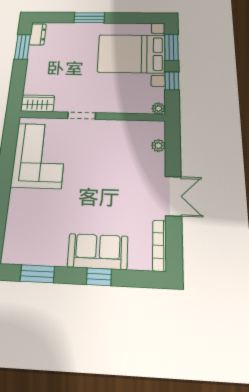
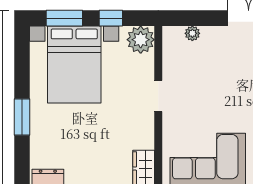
plant: (158, 108) -> (141, 40), width x1.88, depth x1.88
doorway: (82, 116) -> (158, 96), moved

